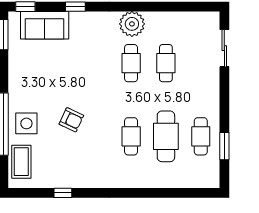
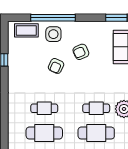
cafe table: (166, 63) -> (96, 133), width x1.37, depth x1.35
armchair: (51, 85) -> (81, 52), added

